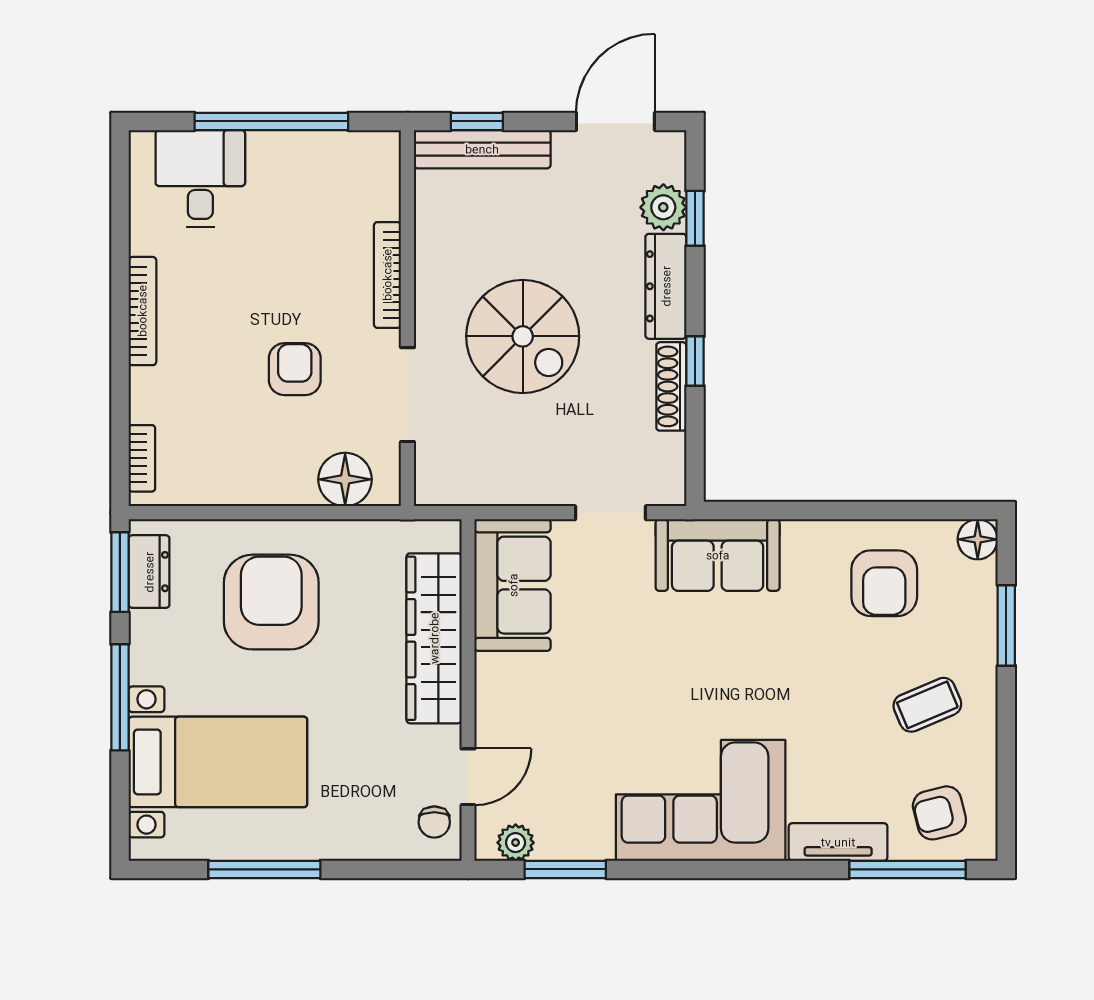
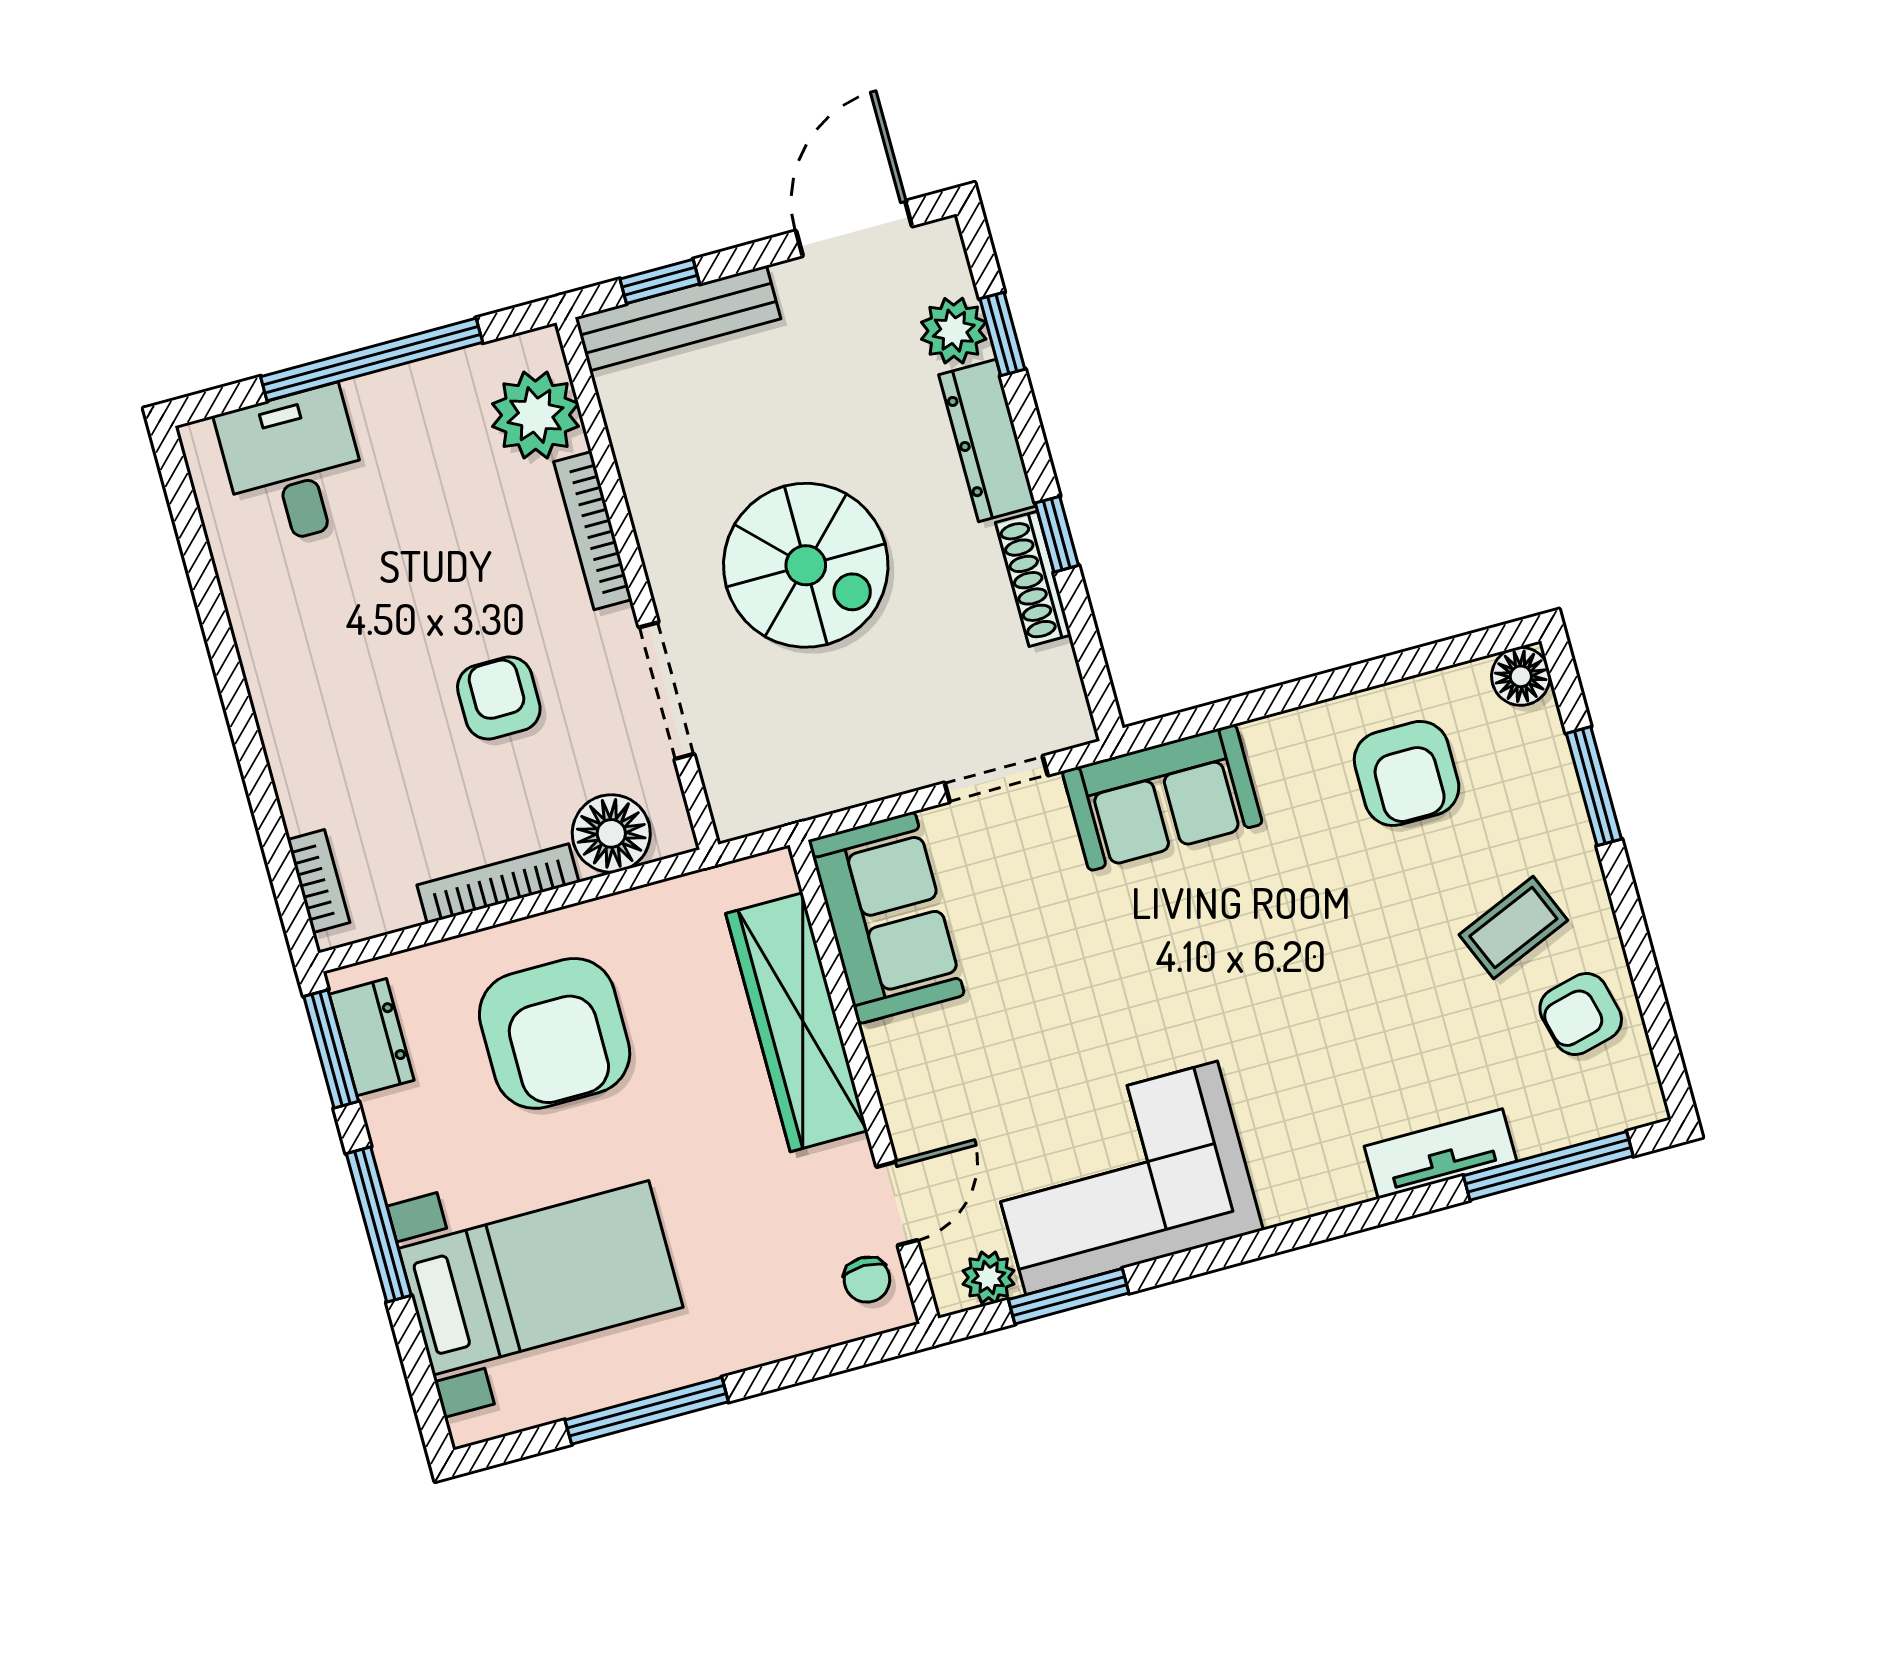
plant: (370, 188) -> (536, 415), added
bookcase: (142, 311) -> (498, 884), moved, turned -90
armchair: (271, 602) -> (555, 1033), turned 180
corner sofa: (701, 800) -> (1122, 1178), moved
armchair: (939, 813) -> (1581, 1014), moved

